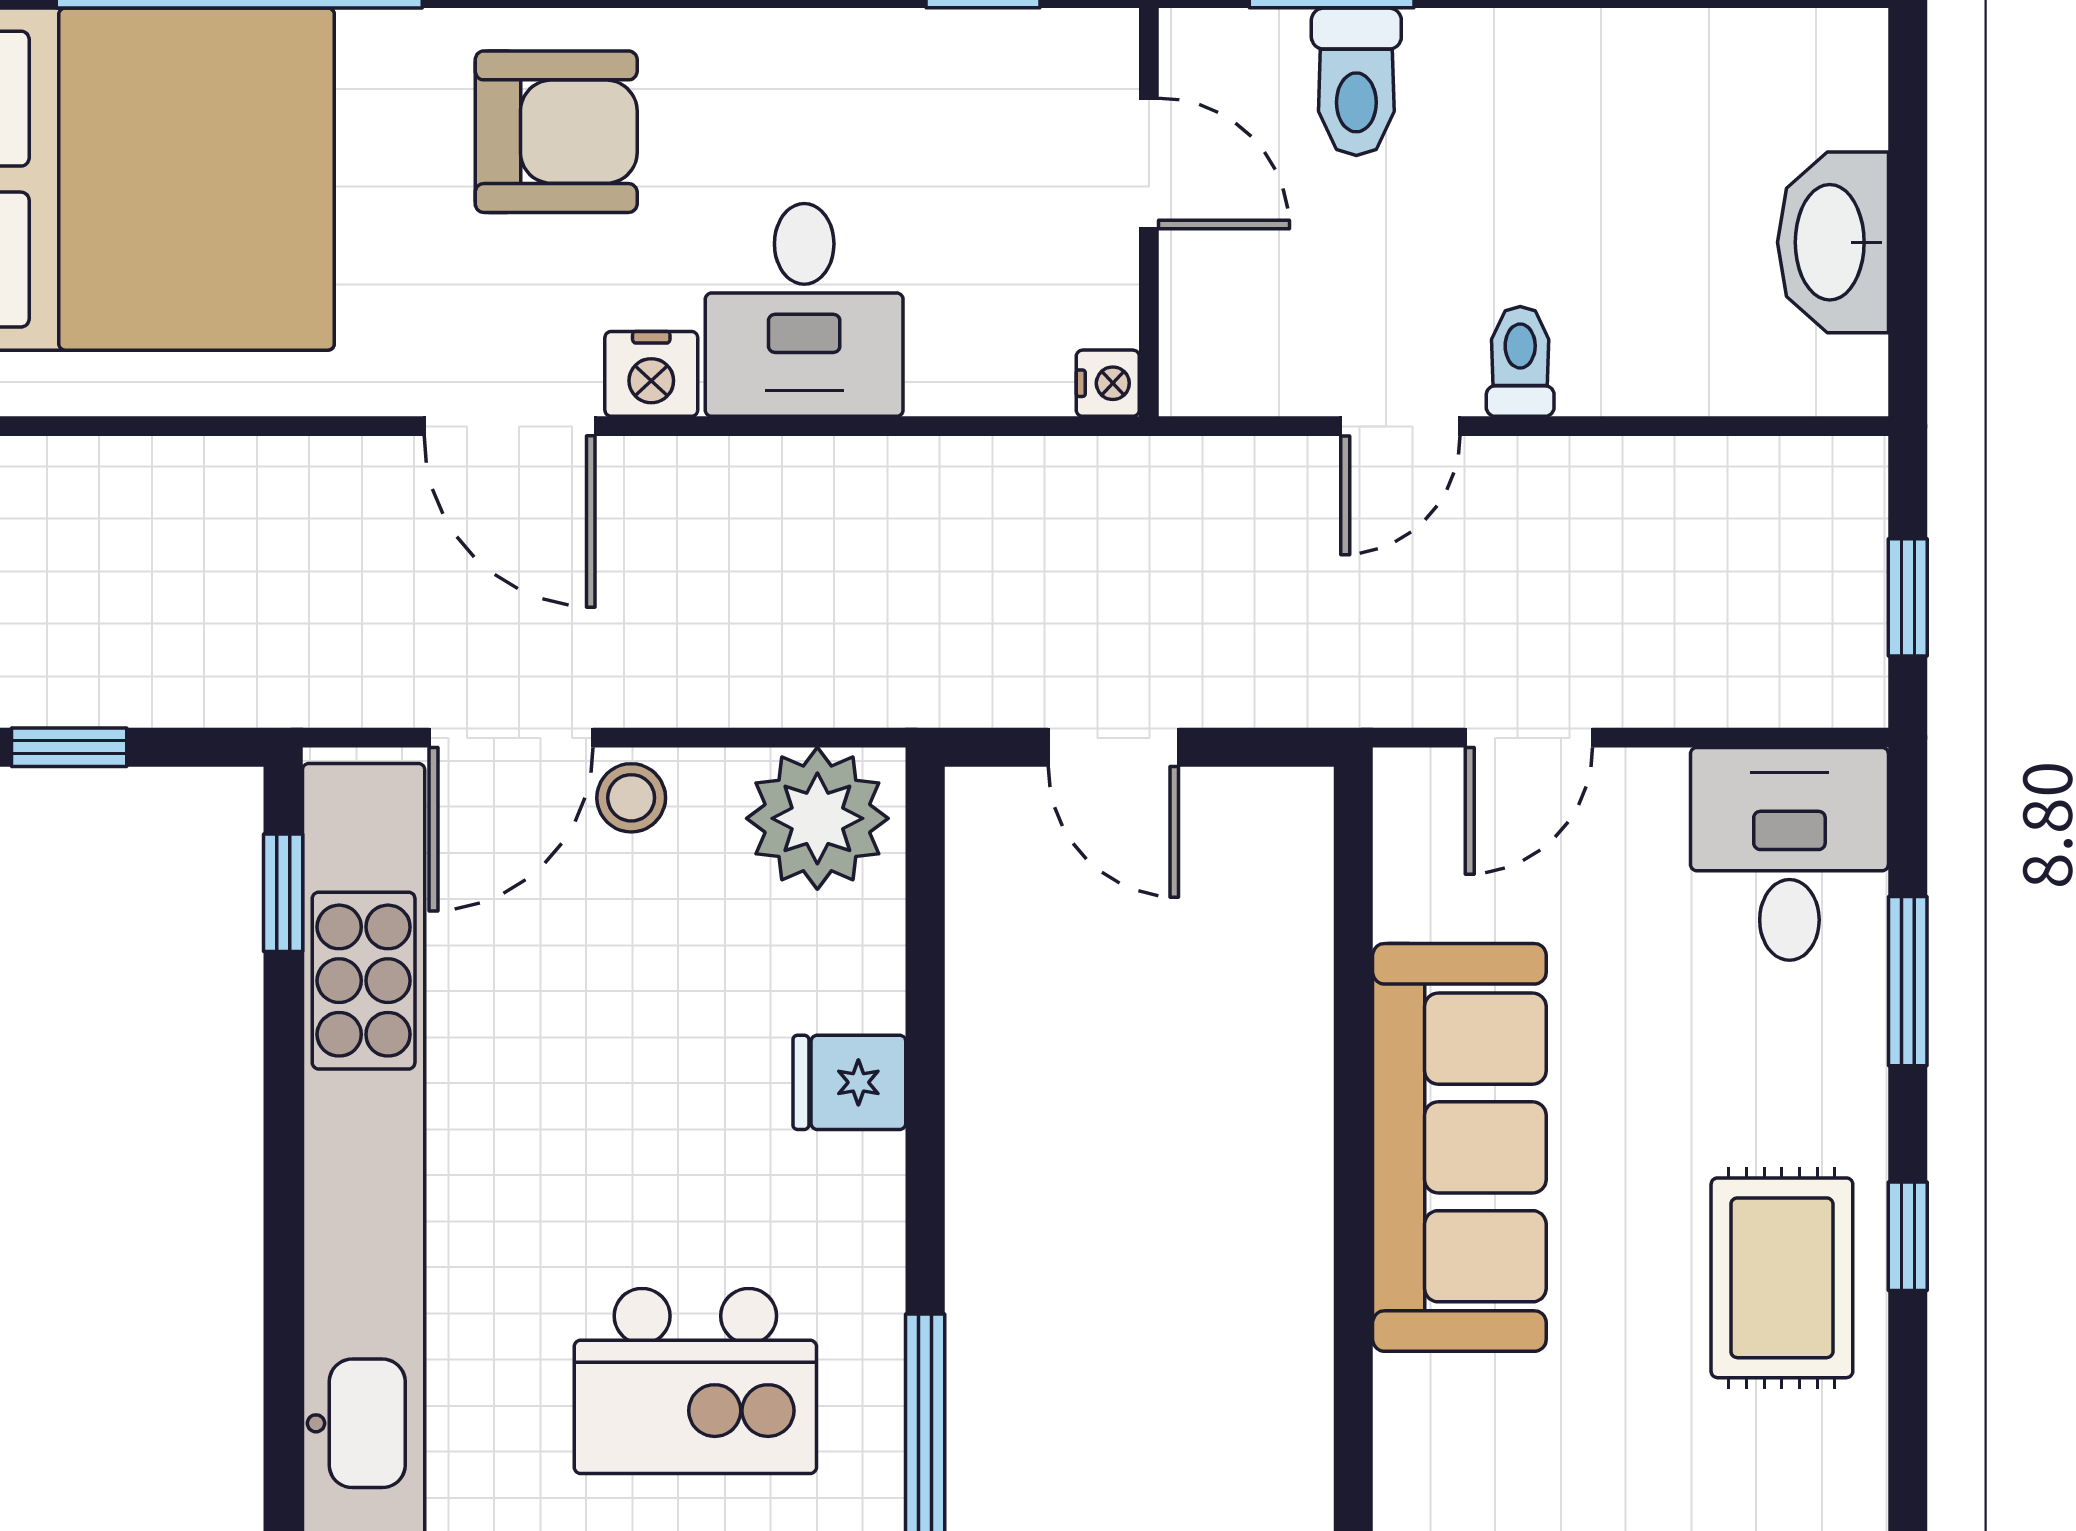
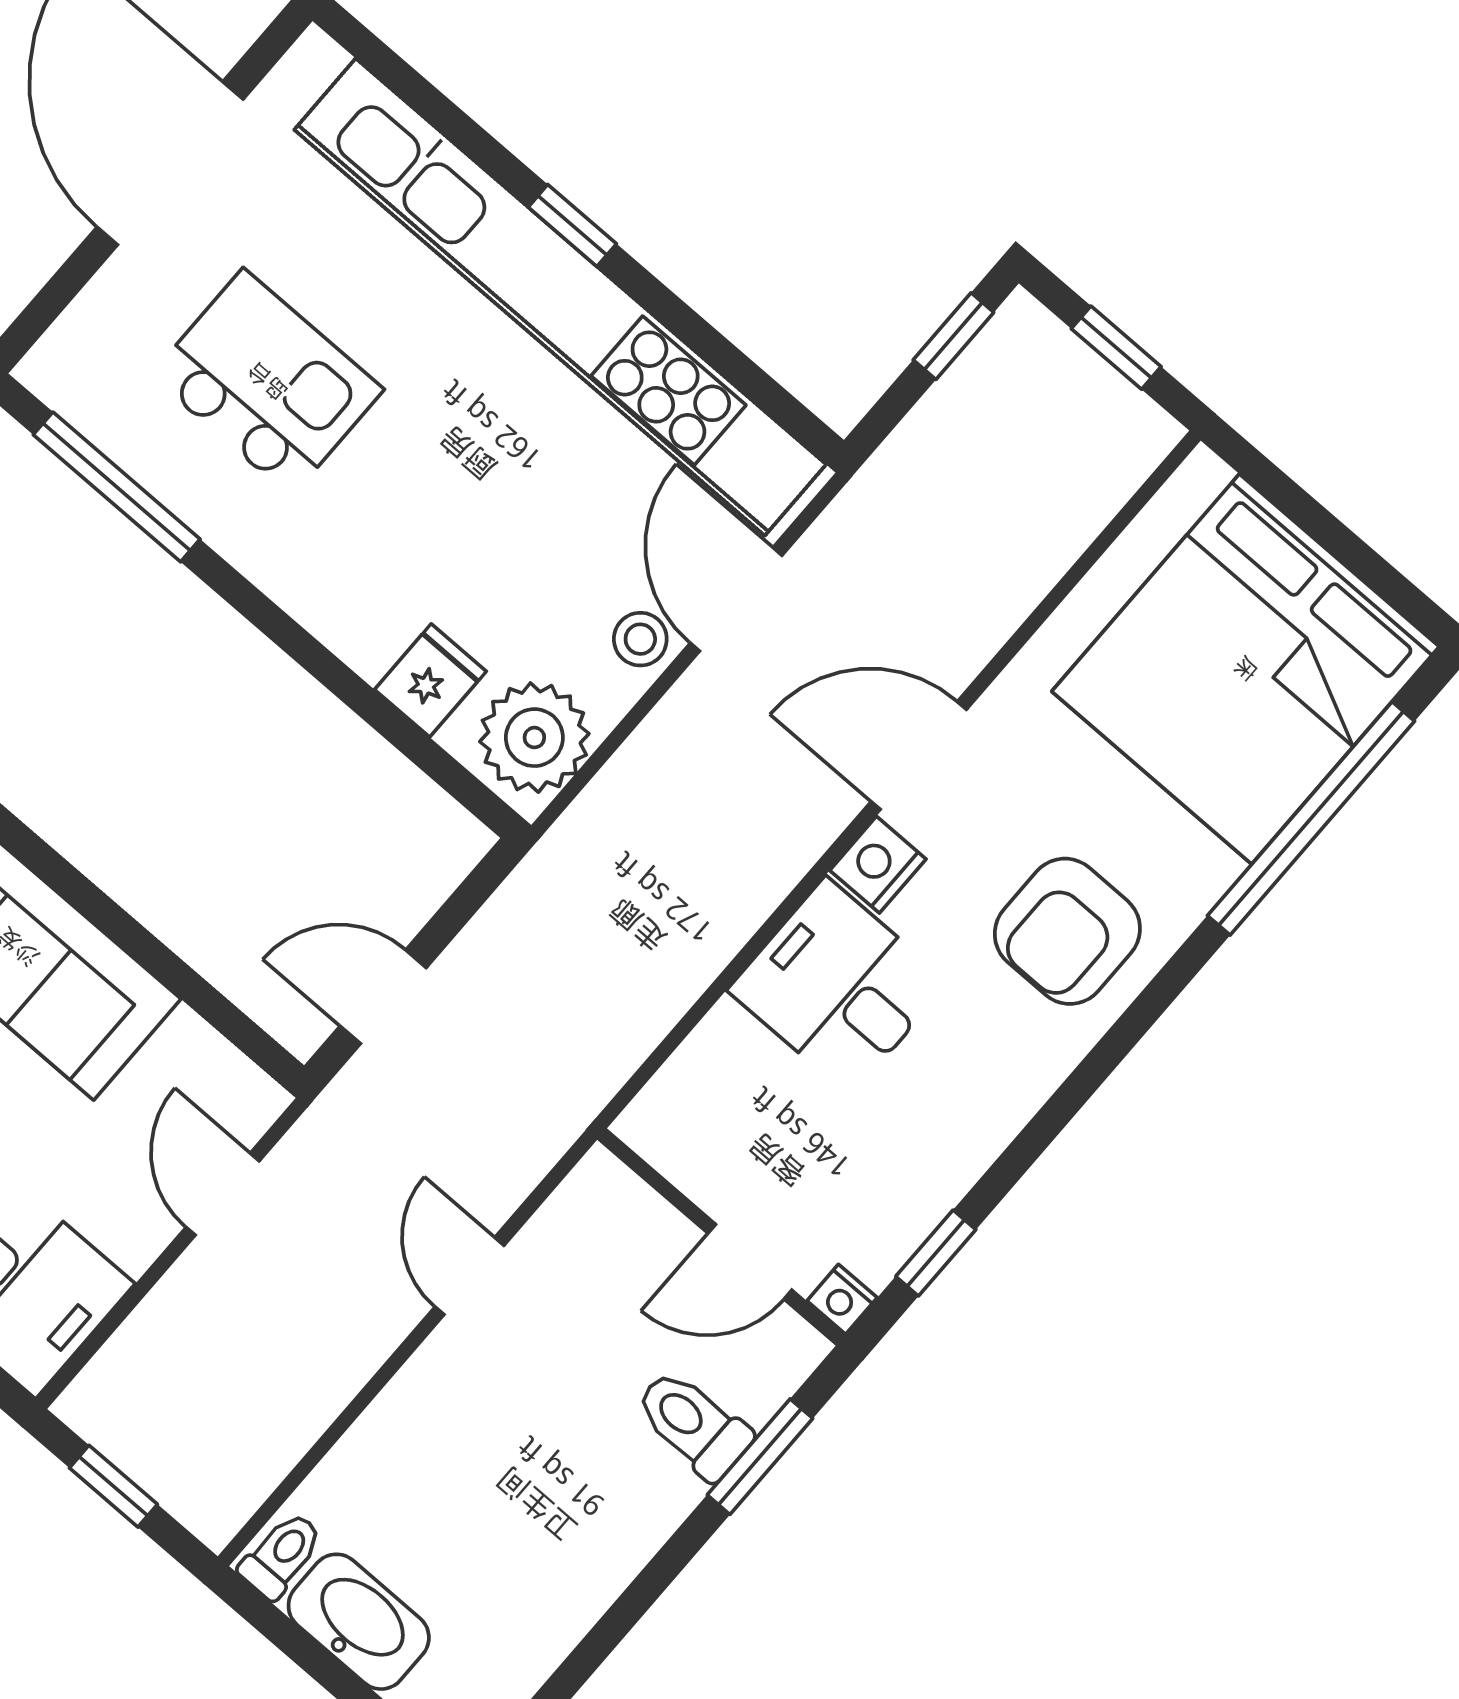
toilet: (1520, 361) -> (281, 1555), moved, turned -90
nightstand: (1108, 383) -> (842, 1299), moved
door: (1113, 747) -> (383, 997), moved
window: (283, 893) -> (572, 225), moved
fridge: (849, 1082) -> (430, 680), moved
kitchen island: (695, 1381) -> (267, 382), turned 90

